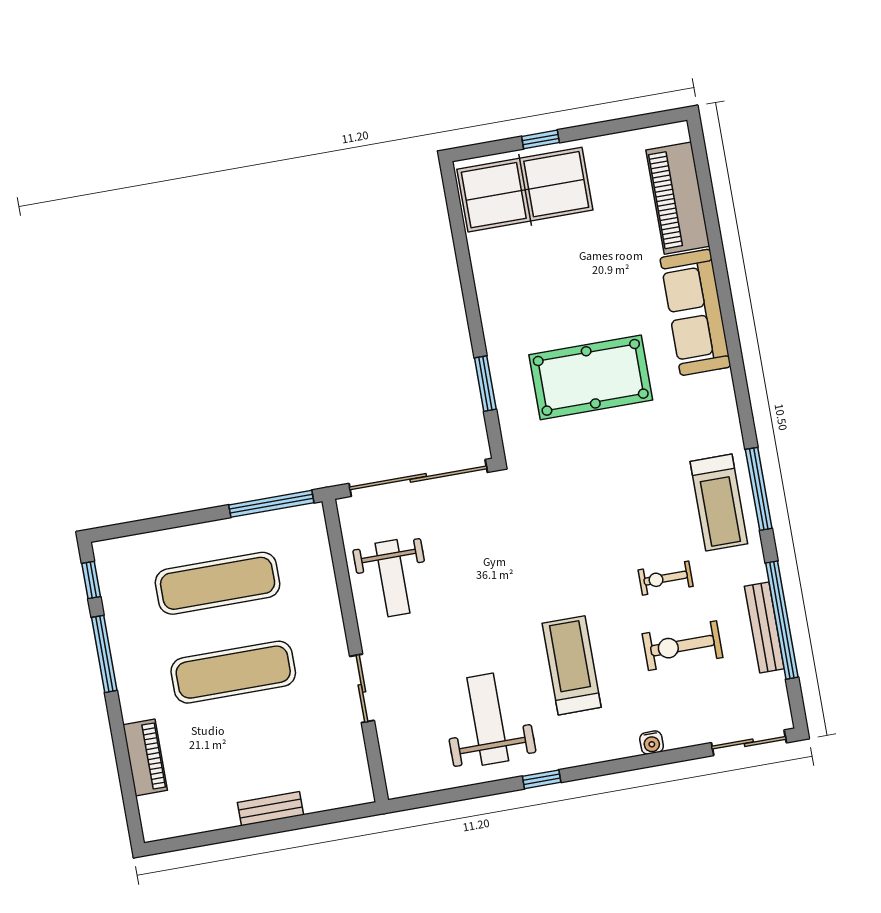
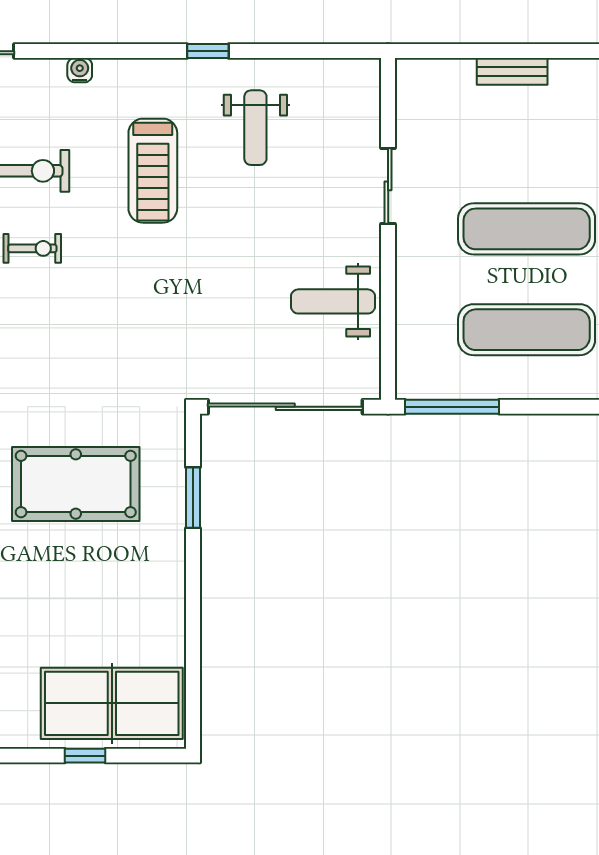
weight bench: (392, 578) -> (333, 301), turned -90
weight bench: (488, 719) -> (255, 128), width x0.73, depth x0.75

